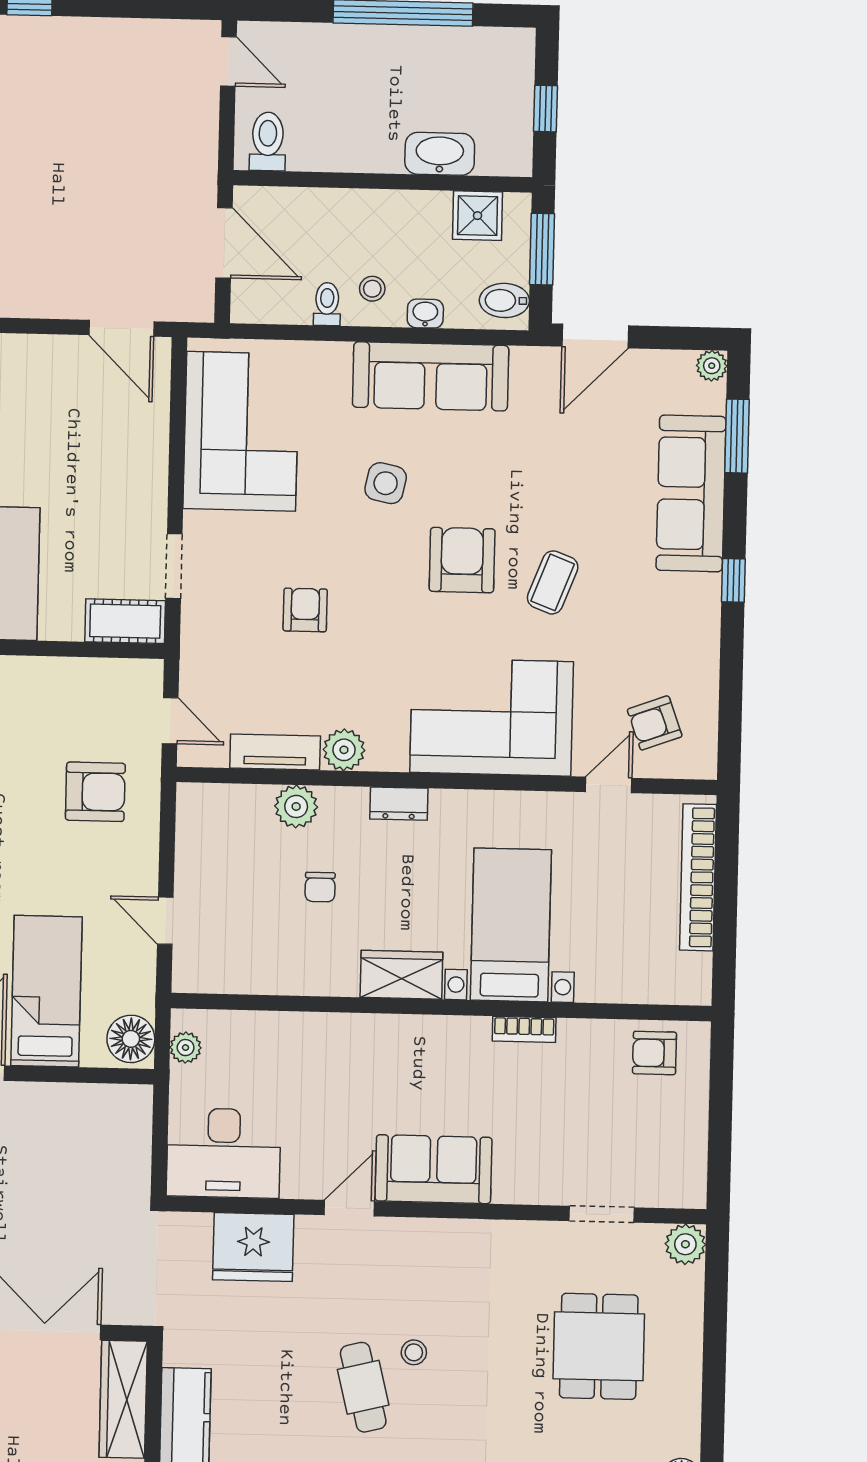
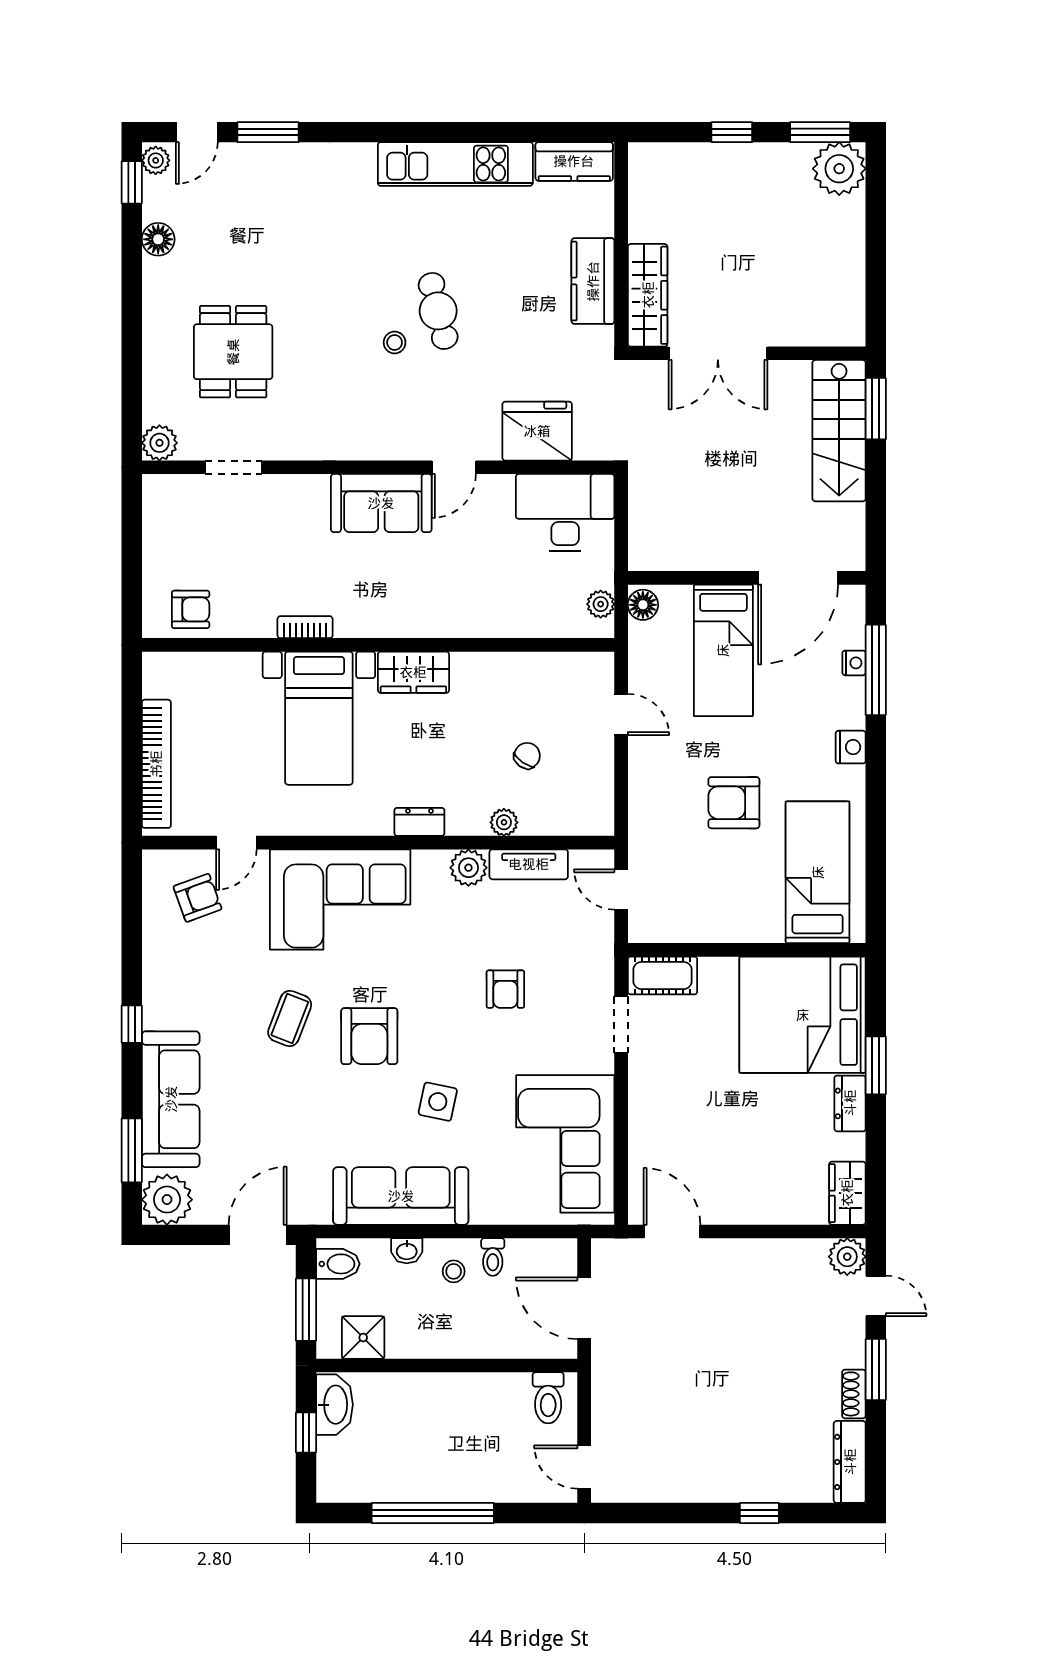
washbasin: (440, 154) -> (335, 1405), moved, turned -90
plant: (712, 366) -> (167, 1200), width x1.87, depth x1.87
armchair: (95, 792) -> (734, 803), moved
plant: (296, 806) -> (504, 822), width x0.73, depth x0.73
chair: (320, 887) -> (527, 756), moved, turned 35
floor lamp: (131, 1039) -> (643, 605), width x0.73, depth x0.73

